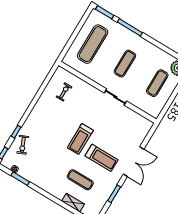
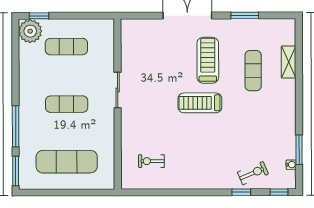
treadmill: (80, 139) -> (200, 103), turned 180

